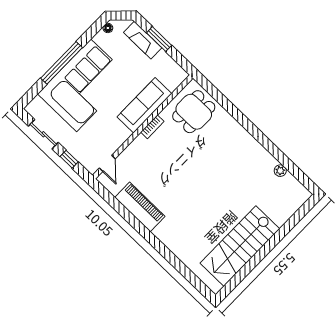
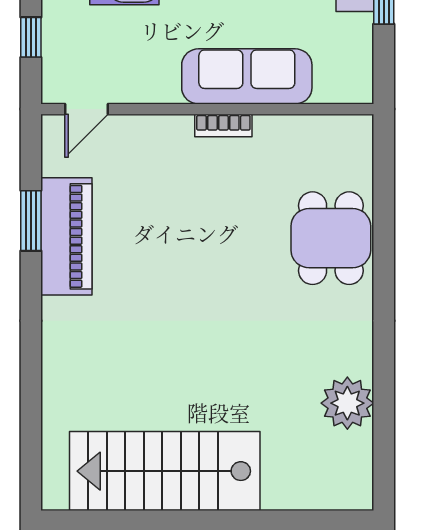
dining table: (194, 112) -> (331, 238), moved, turned 90
plant: (280, 171) -> (347, 403), width x1.88, depth x1.88
window: (125, 213) -> (31, 221), added

